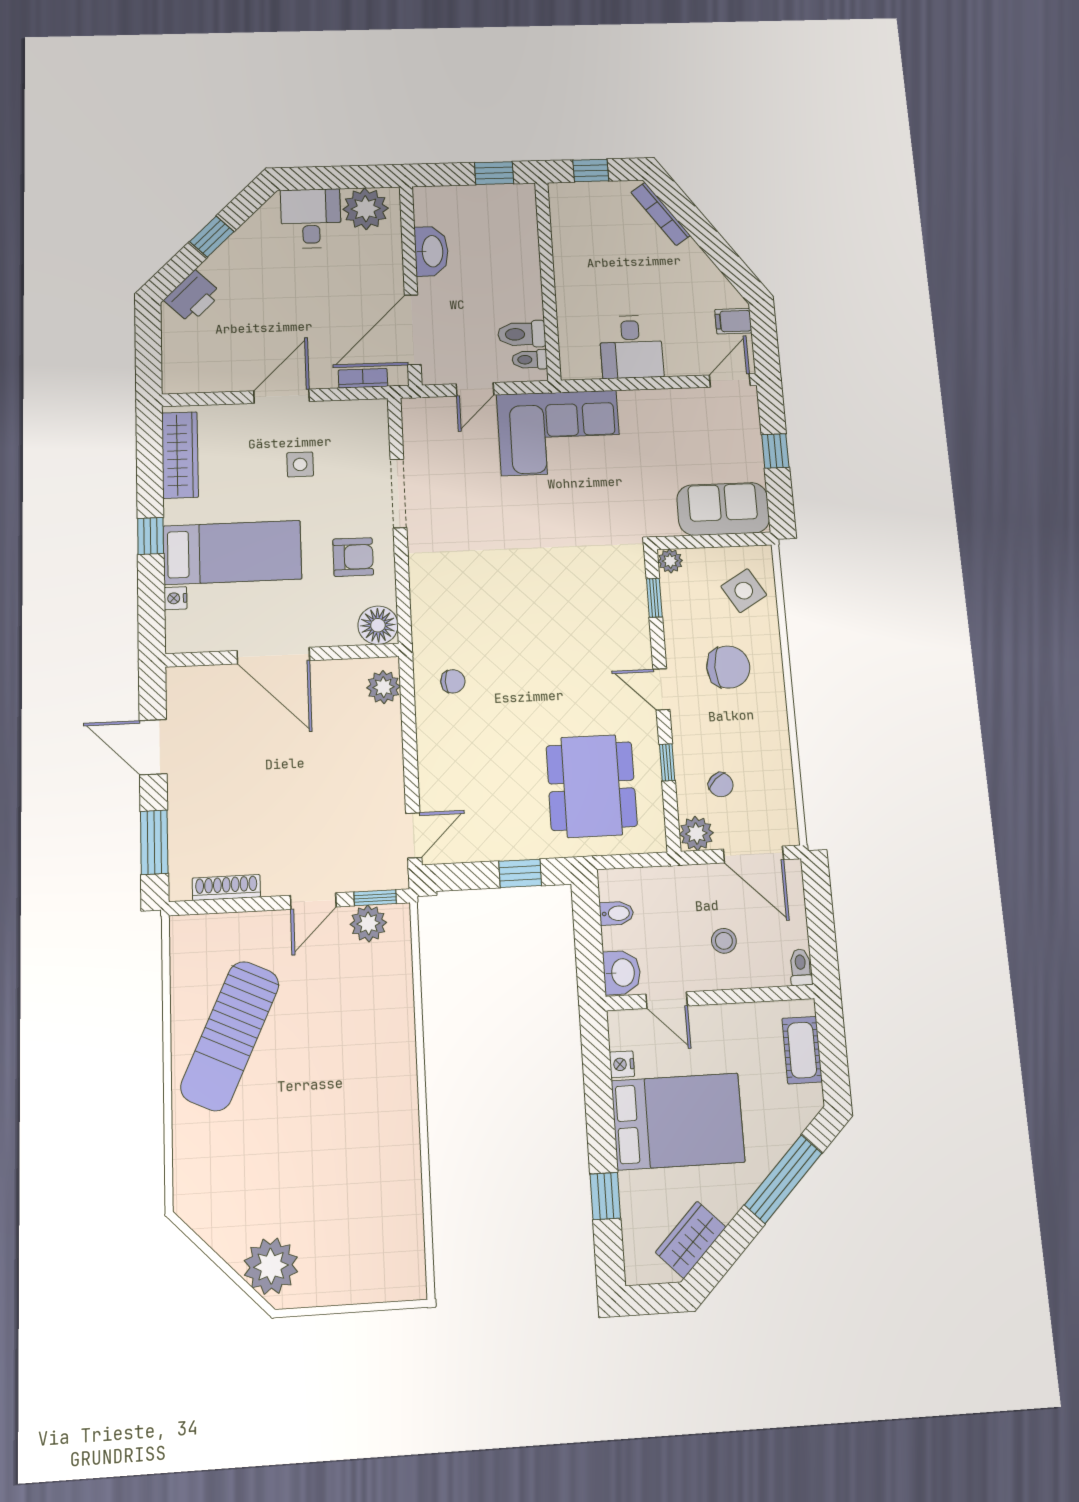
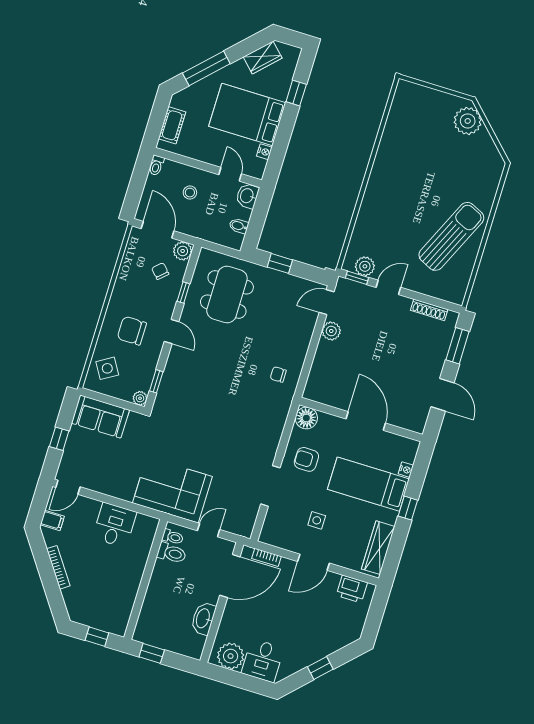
bookcase: (661, 214) -> (58, 567), moved
printer: (193, 297) -> (352, 589), moved, turned -135
plant: (383, 687) -> (331, 331), moved

